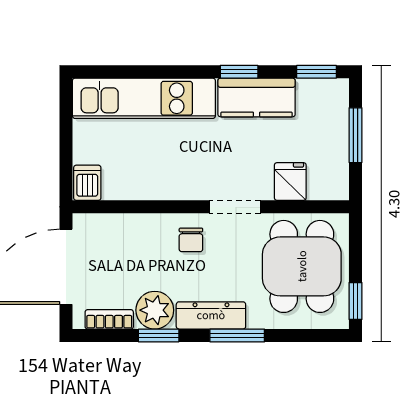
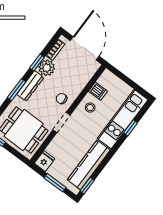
window: (239, 72) -> (130, 128), moved
kitchen counter: (257, 97) -> (89, 165), width x1.50
stool: (168, 175) -> (90, 108), added
fridge: (290, 181) -> (45, 161), moved, turned -90
dishwasher: (87, 183) -> (98, 91), moved

